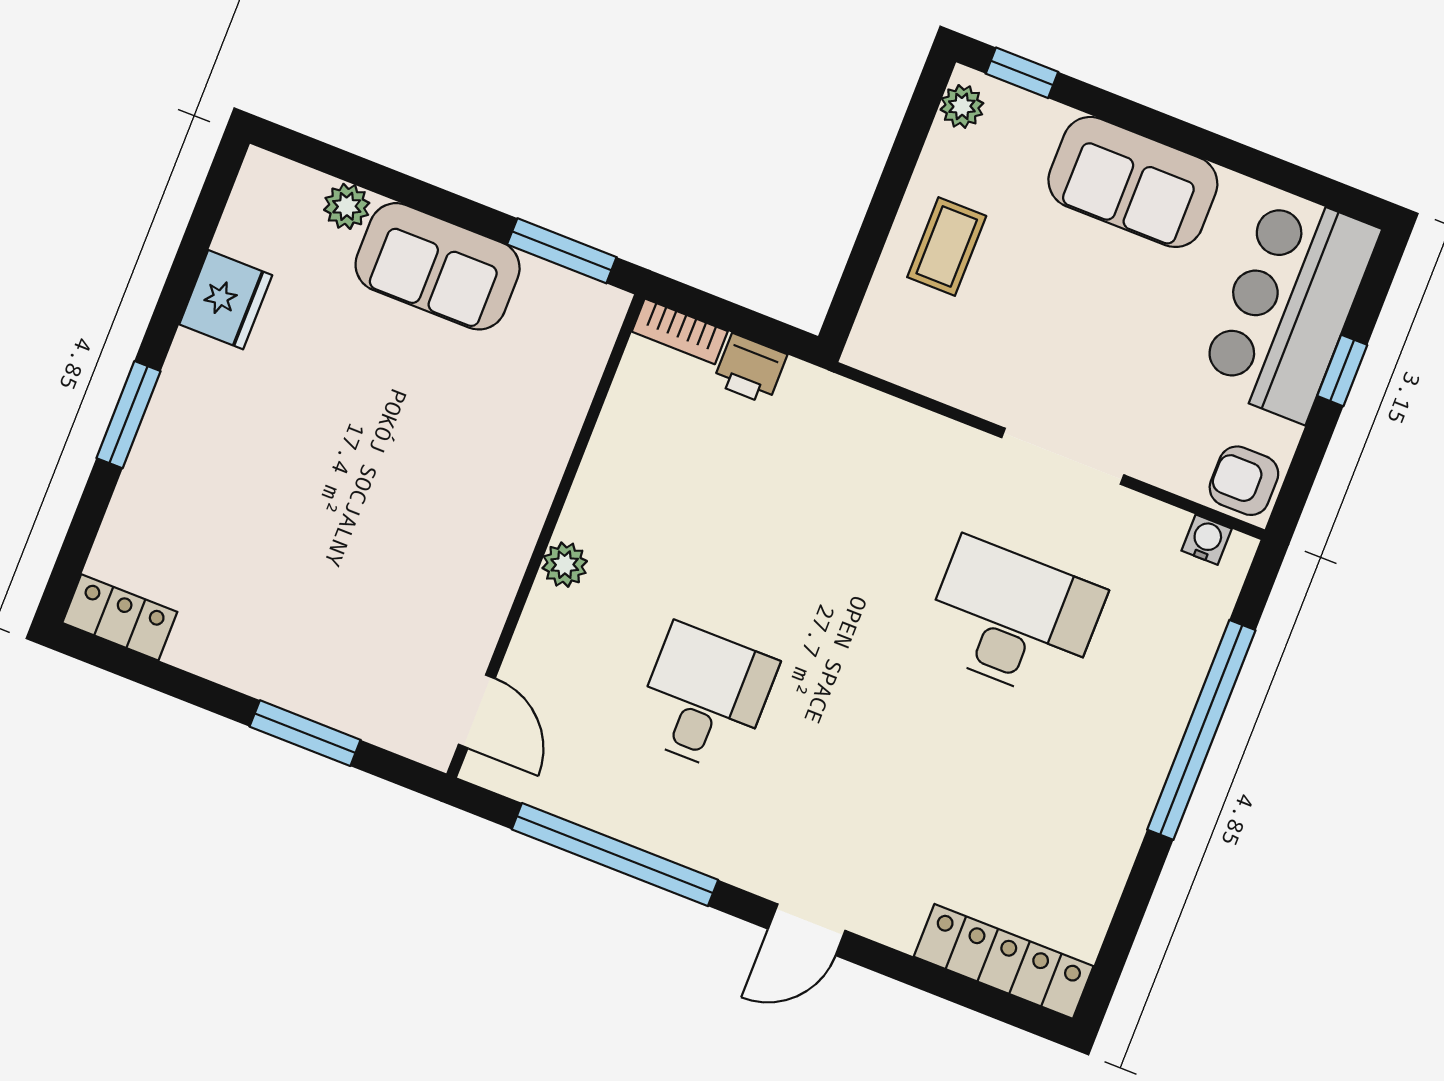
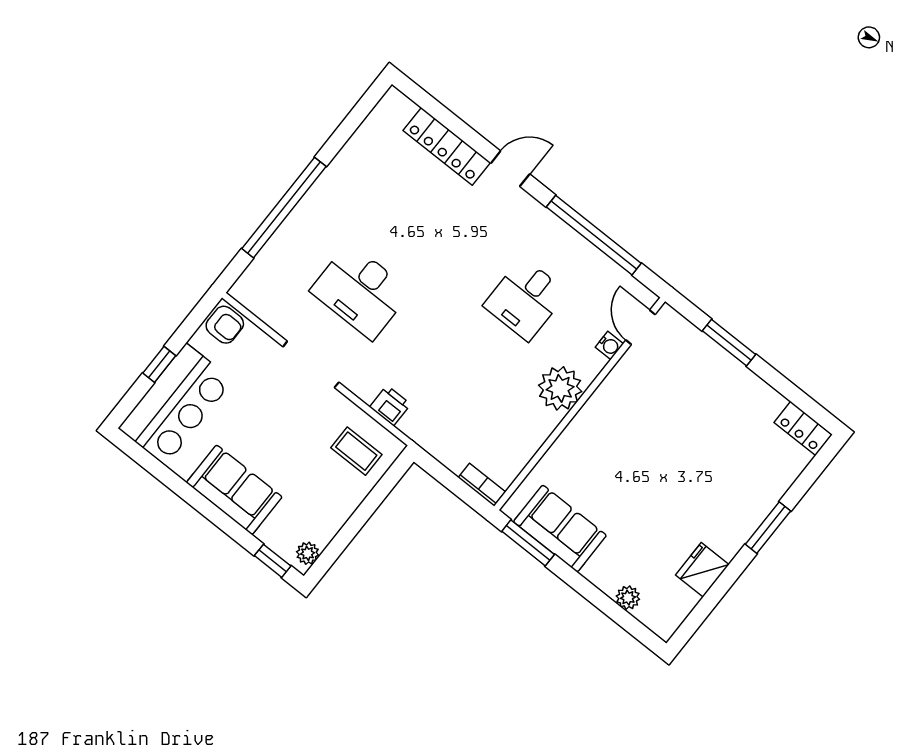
coffee table: (947, 246) -> (356, 451), moved, turned 90
sofa: (438, 266) -> (560, 529), moved
printer: (750, 369) -> (390, 406), moved
water cooler: (1207, 540) -> (609, 345), moved, turned -90
plant: (565, 565) -> (560, 388), width x1.87, depth x1.87
locker: (1004, 961) -> (447, 146), moved

